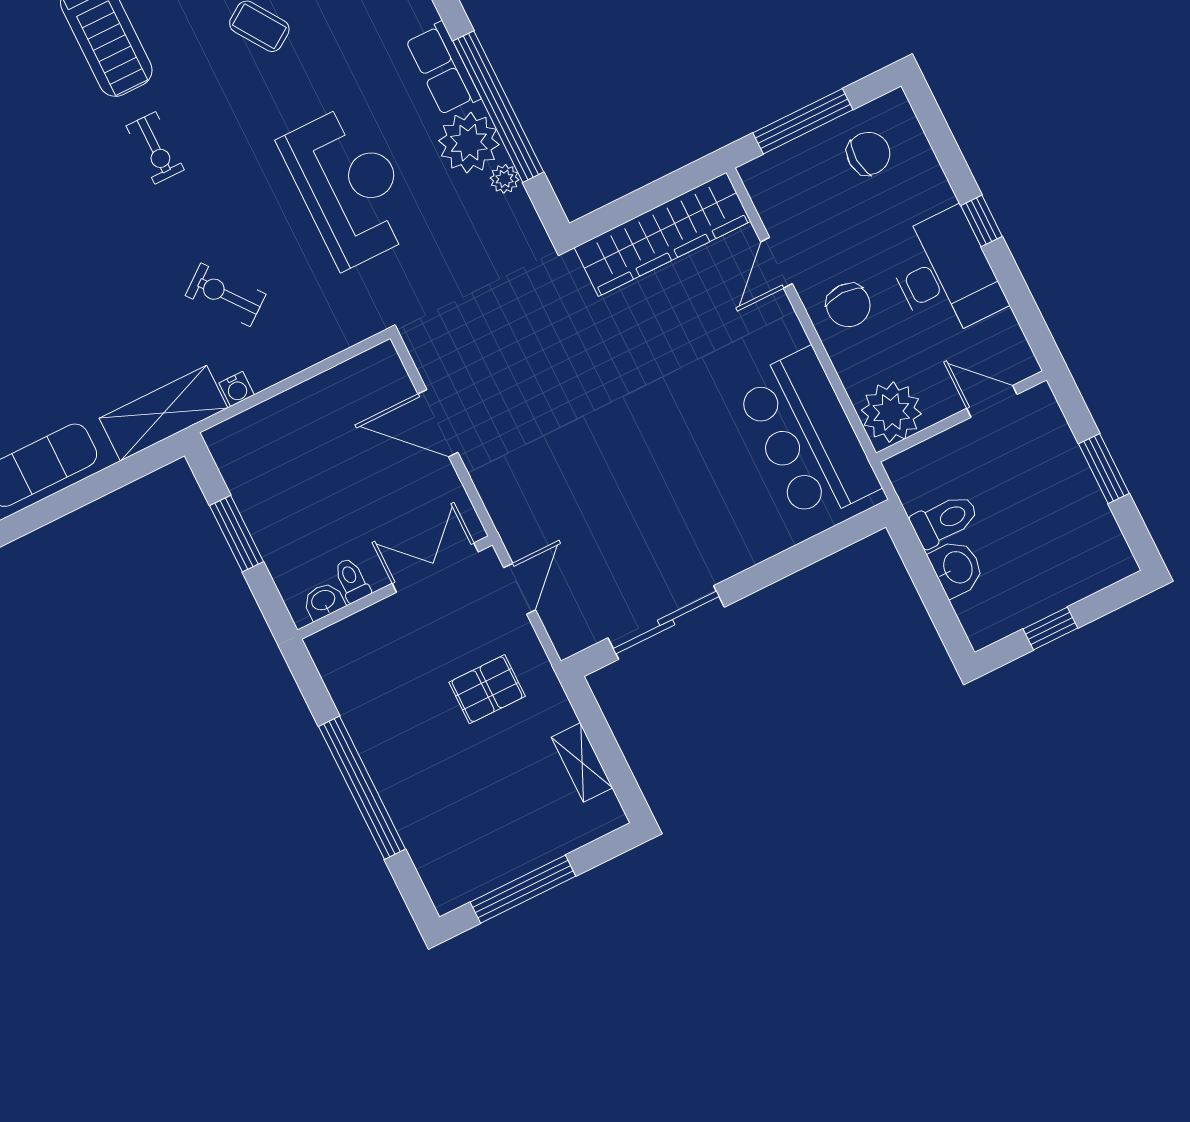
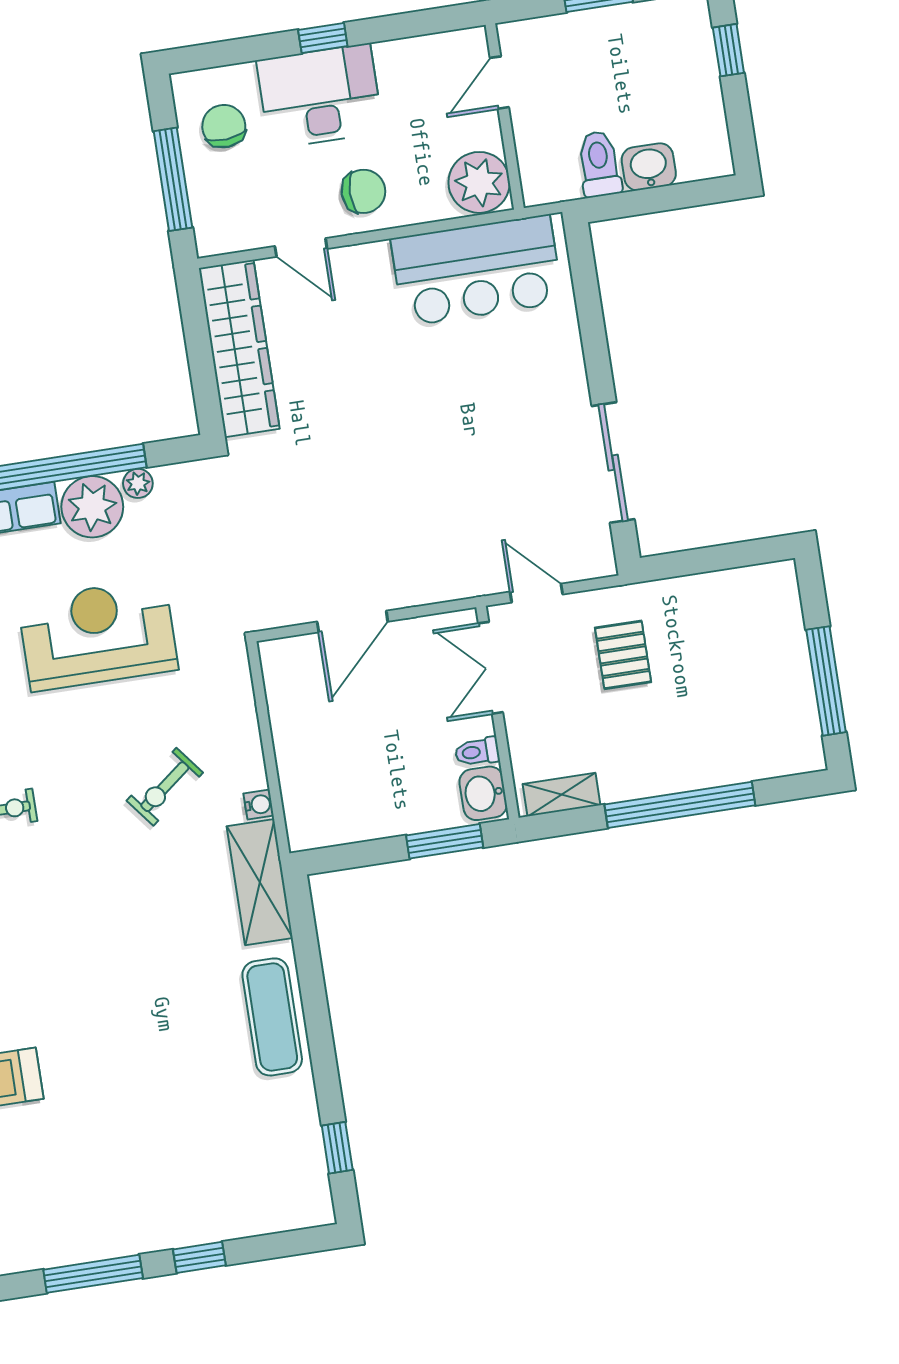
desk: (945, 274) -> (320, 96), moved
window: (236, 534) -> (445, 841), moved
washbasin: (324, 601) -> (483, 793), width x1.38, depth x1.45
window: (1050, 629) -> (728, 50), moved
shelving: (582, 762) -> (562, 795), moved

